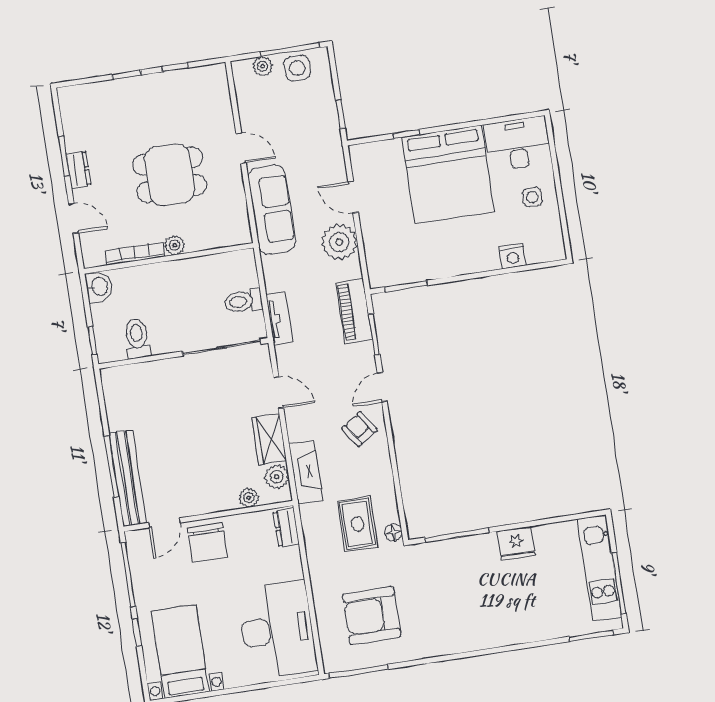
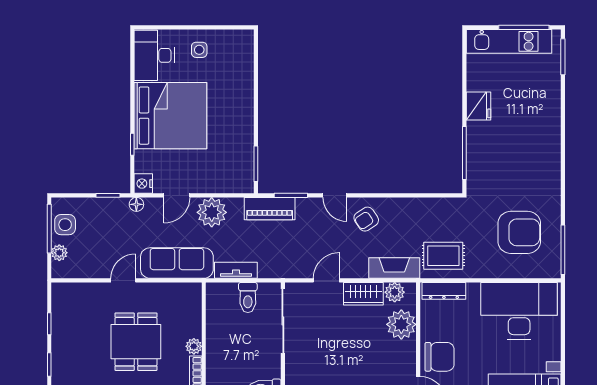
nightstand: (513, 256) -> (143, 184), moved, turned 180
tv unit: (279, 318) -> (236, 270), moved
plant: (249, 498) -> (401, 324), width x1.88, depth x1.88
rug: (358, 524) -> (443, 256), moved
dresser: (286, 528) -> (444, 291), width x1.44
floor lamp: (393, 532) -> (136, 204), moved
armchair: (372, 616) -> (519, 232), turned -90

